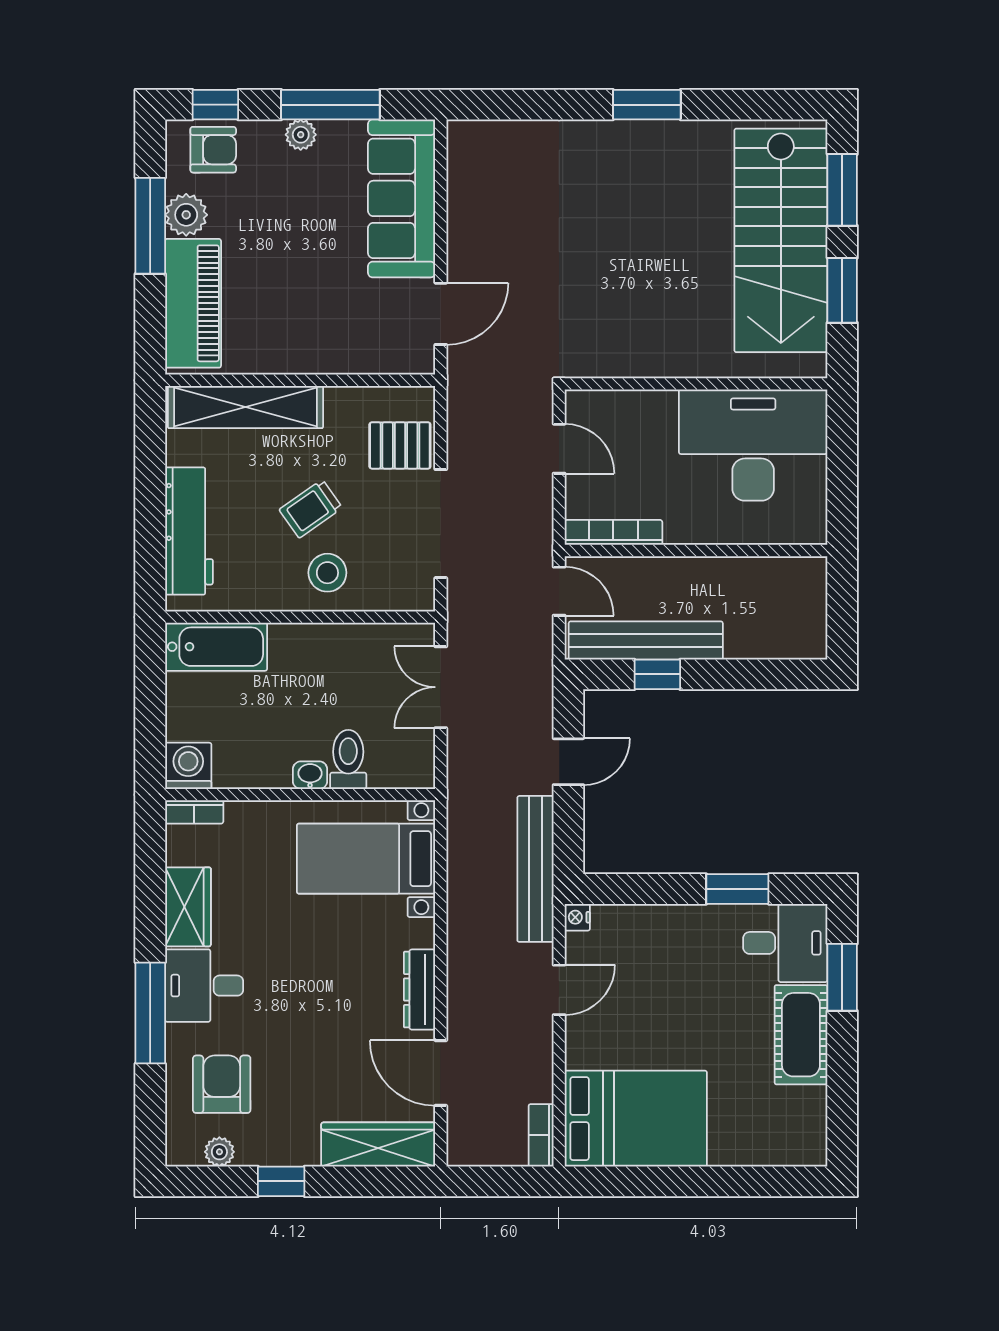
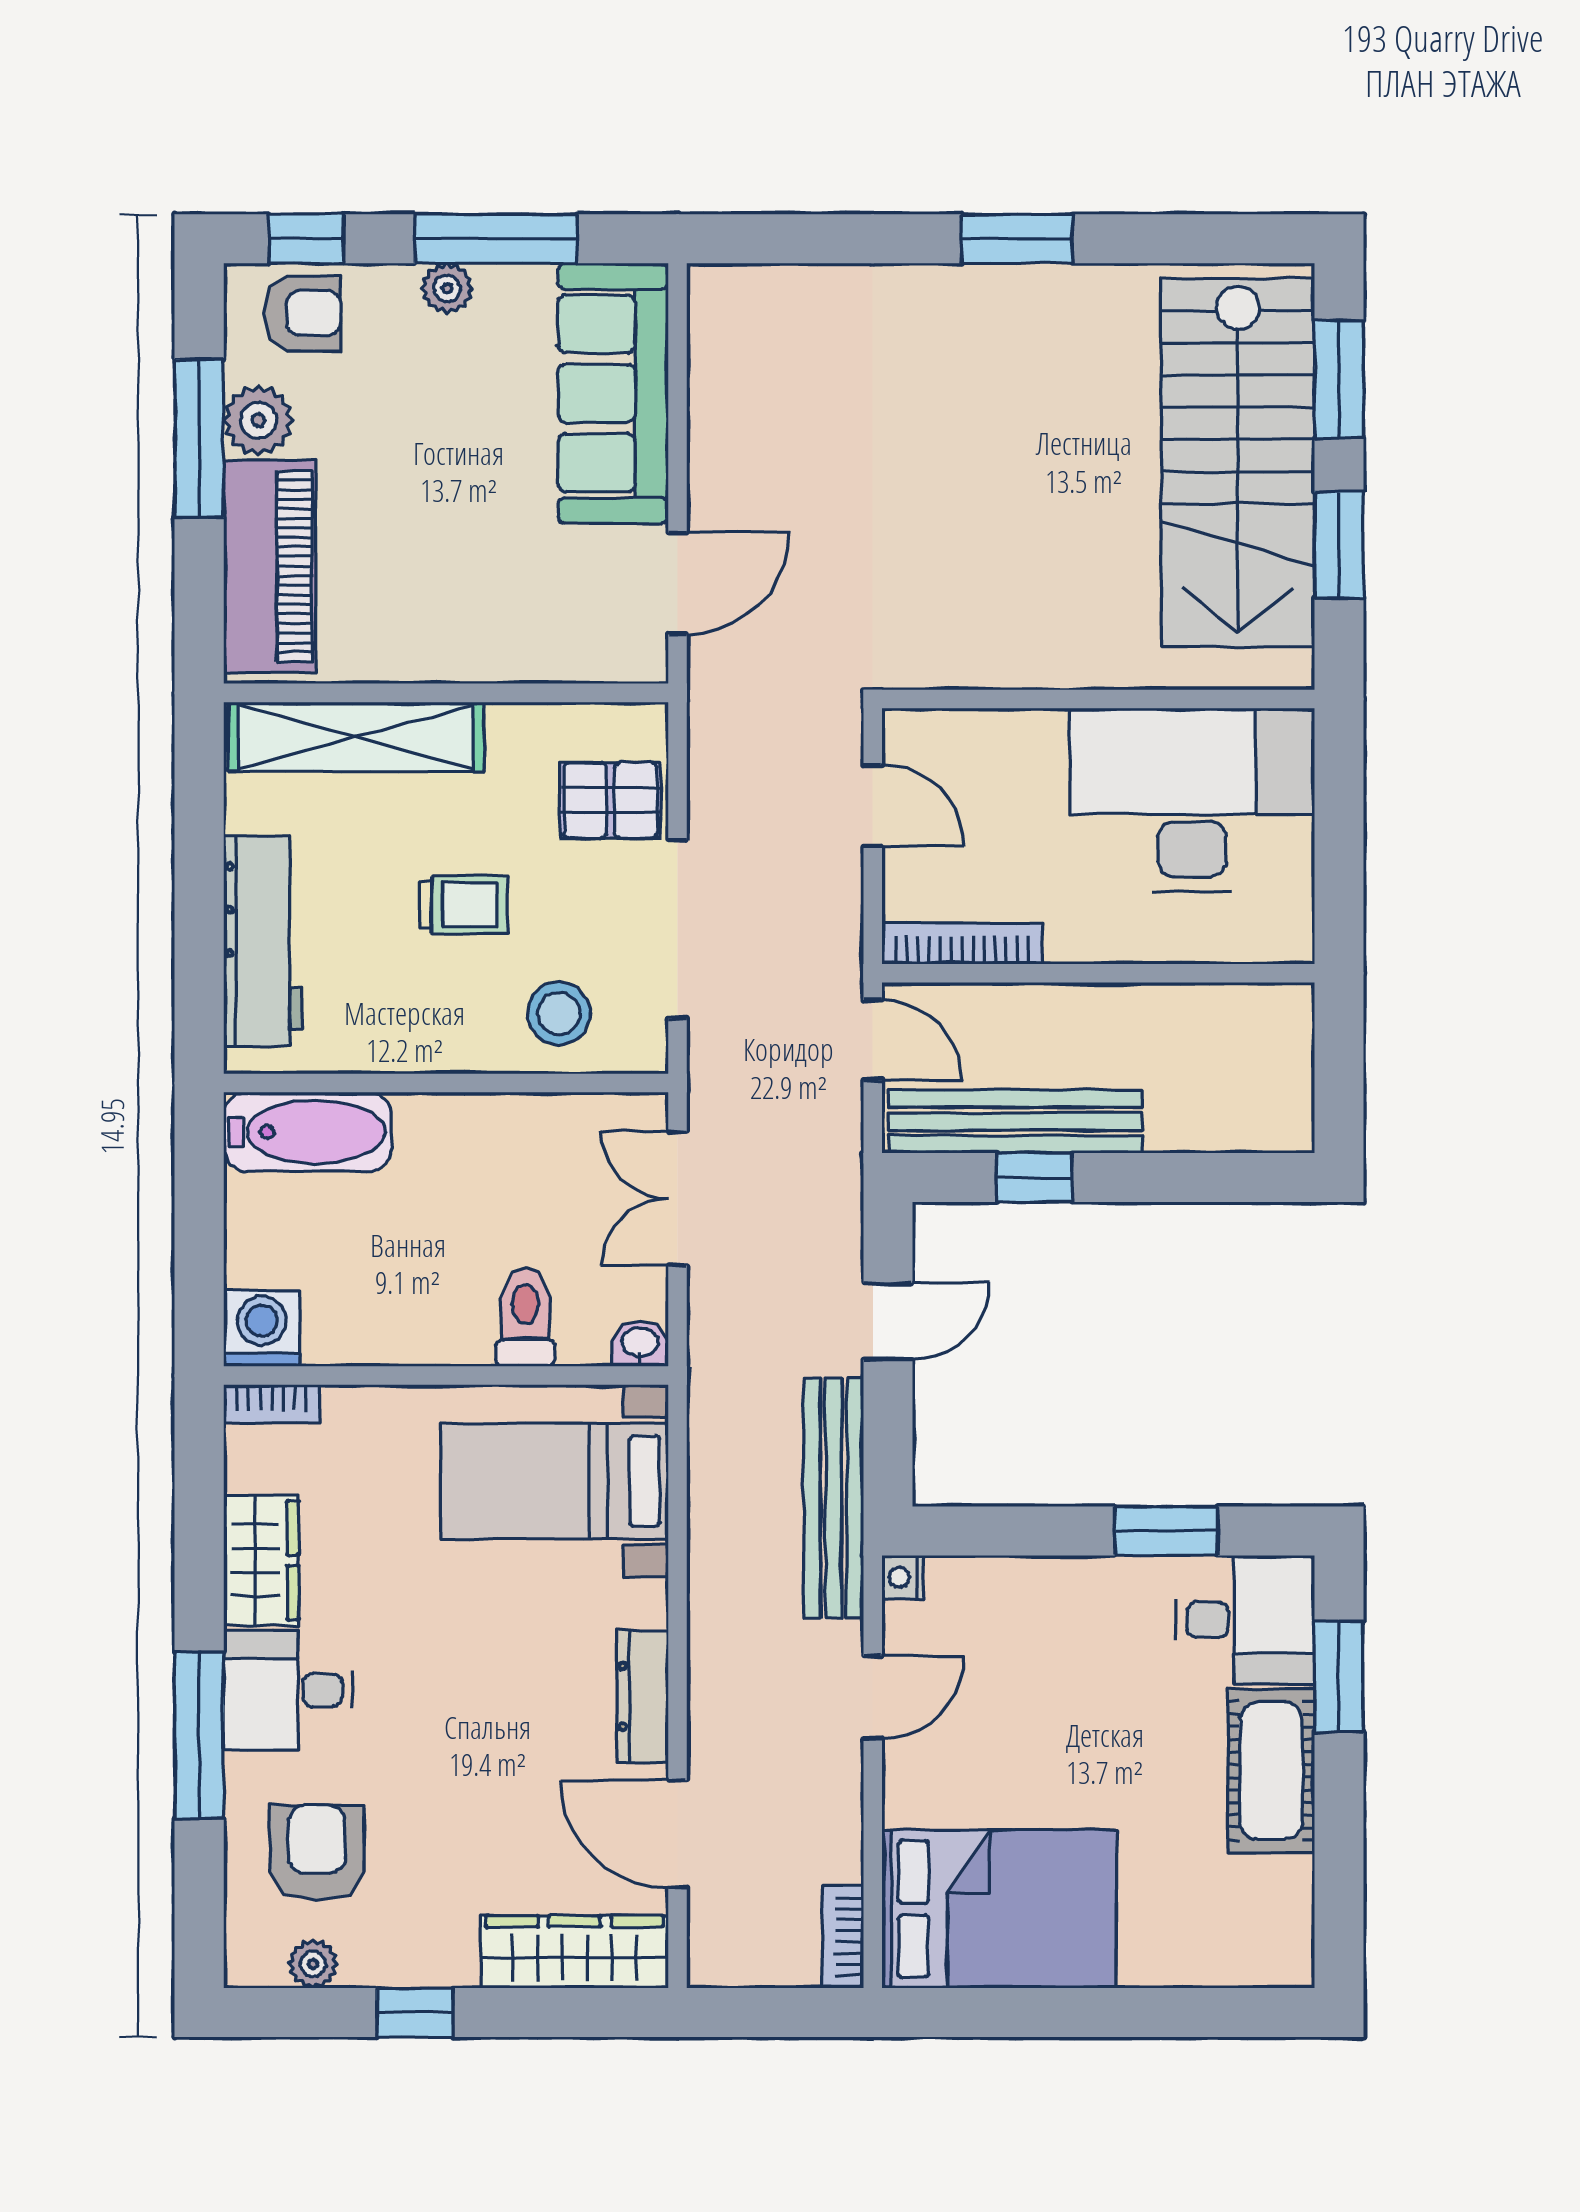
trolley: (311, 509) -> (463, 904), turned -145
stool: (327, 573) -> (559, 1013), moved
washbasin: (310, 775) -> (640, 1343), moved

